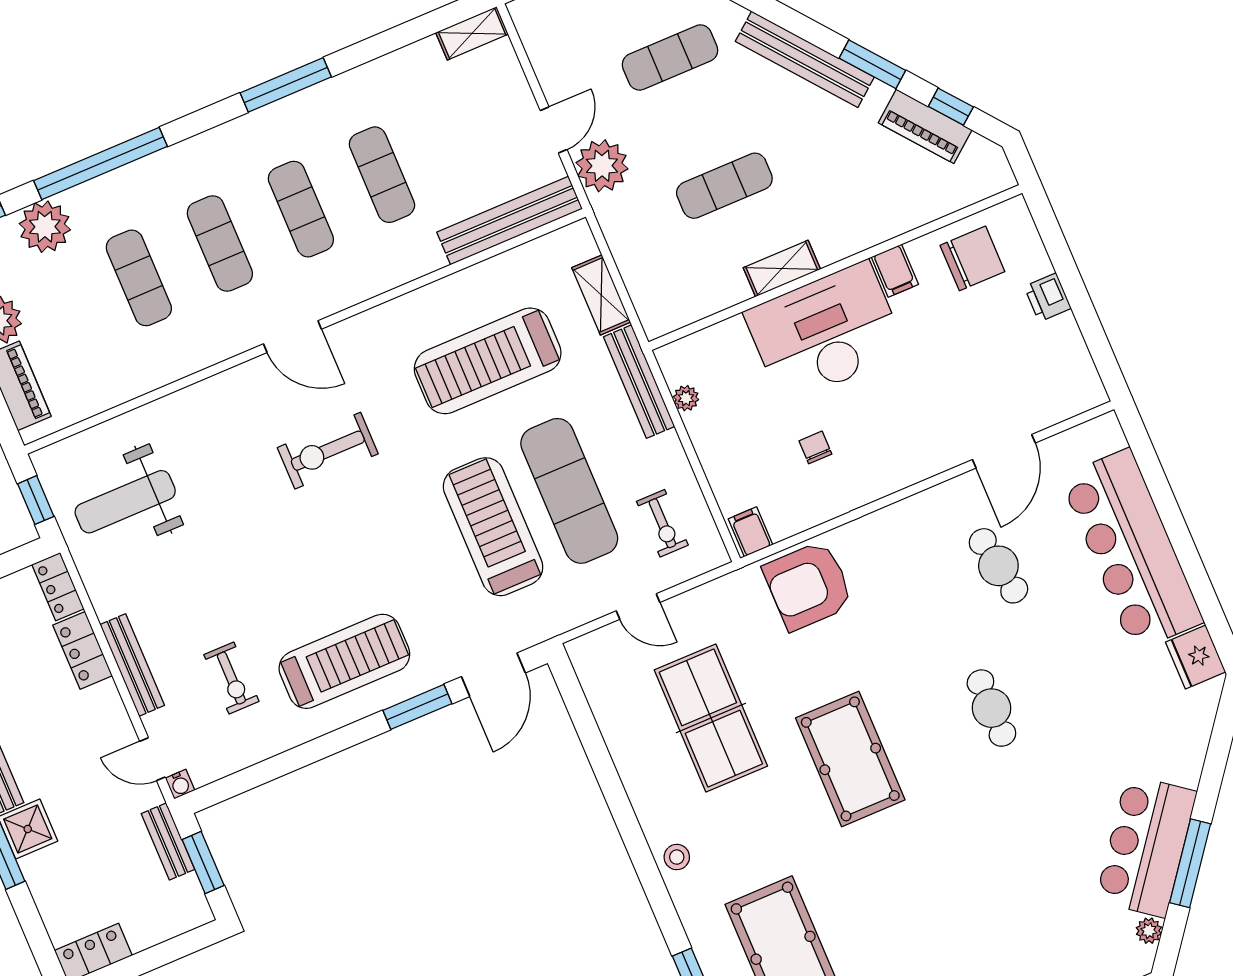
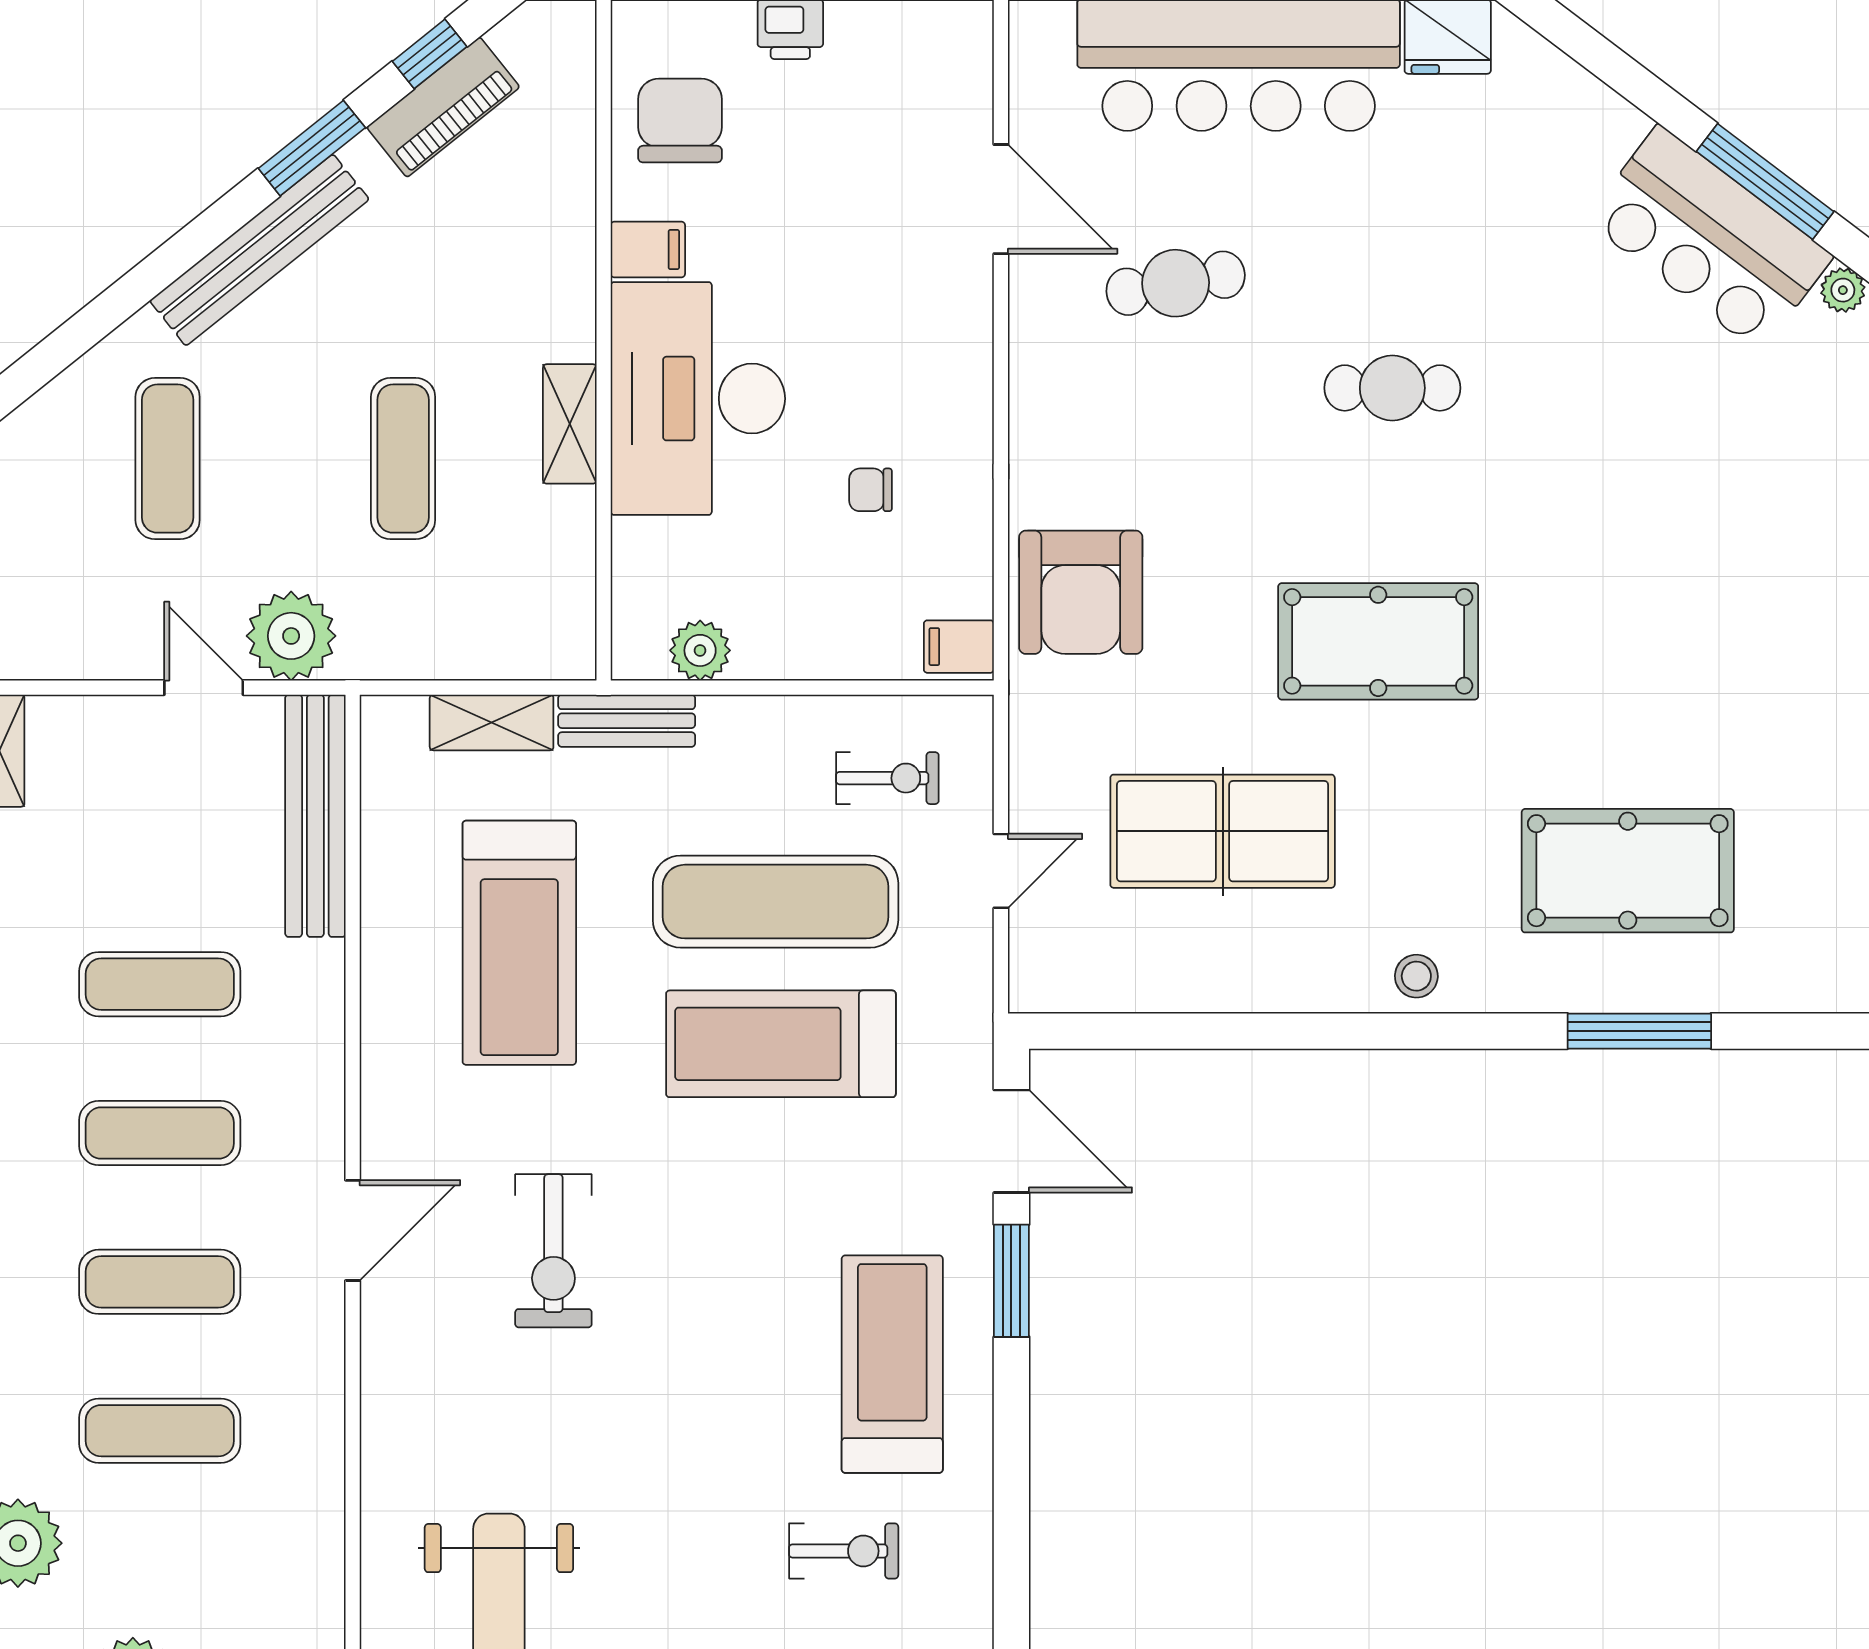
bench: (639, 382) -> (627, 721), width x0.73
plant: (686, 398) -> (700, 650), width x1.38, depth x1.38

